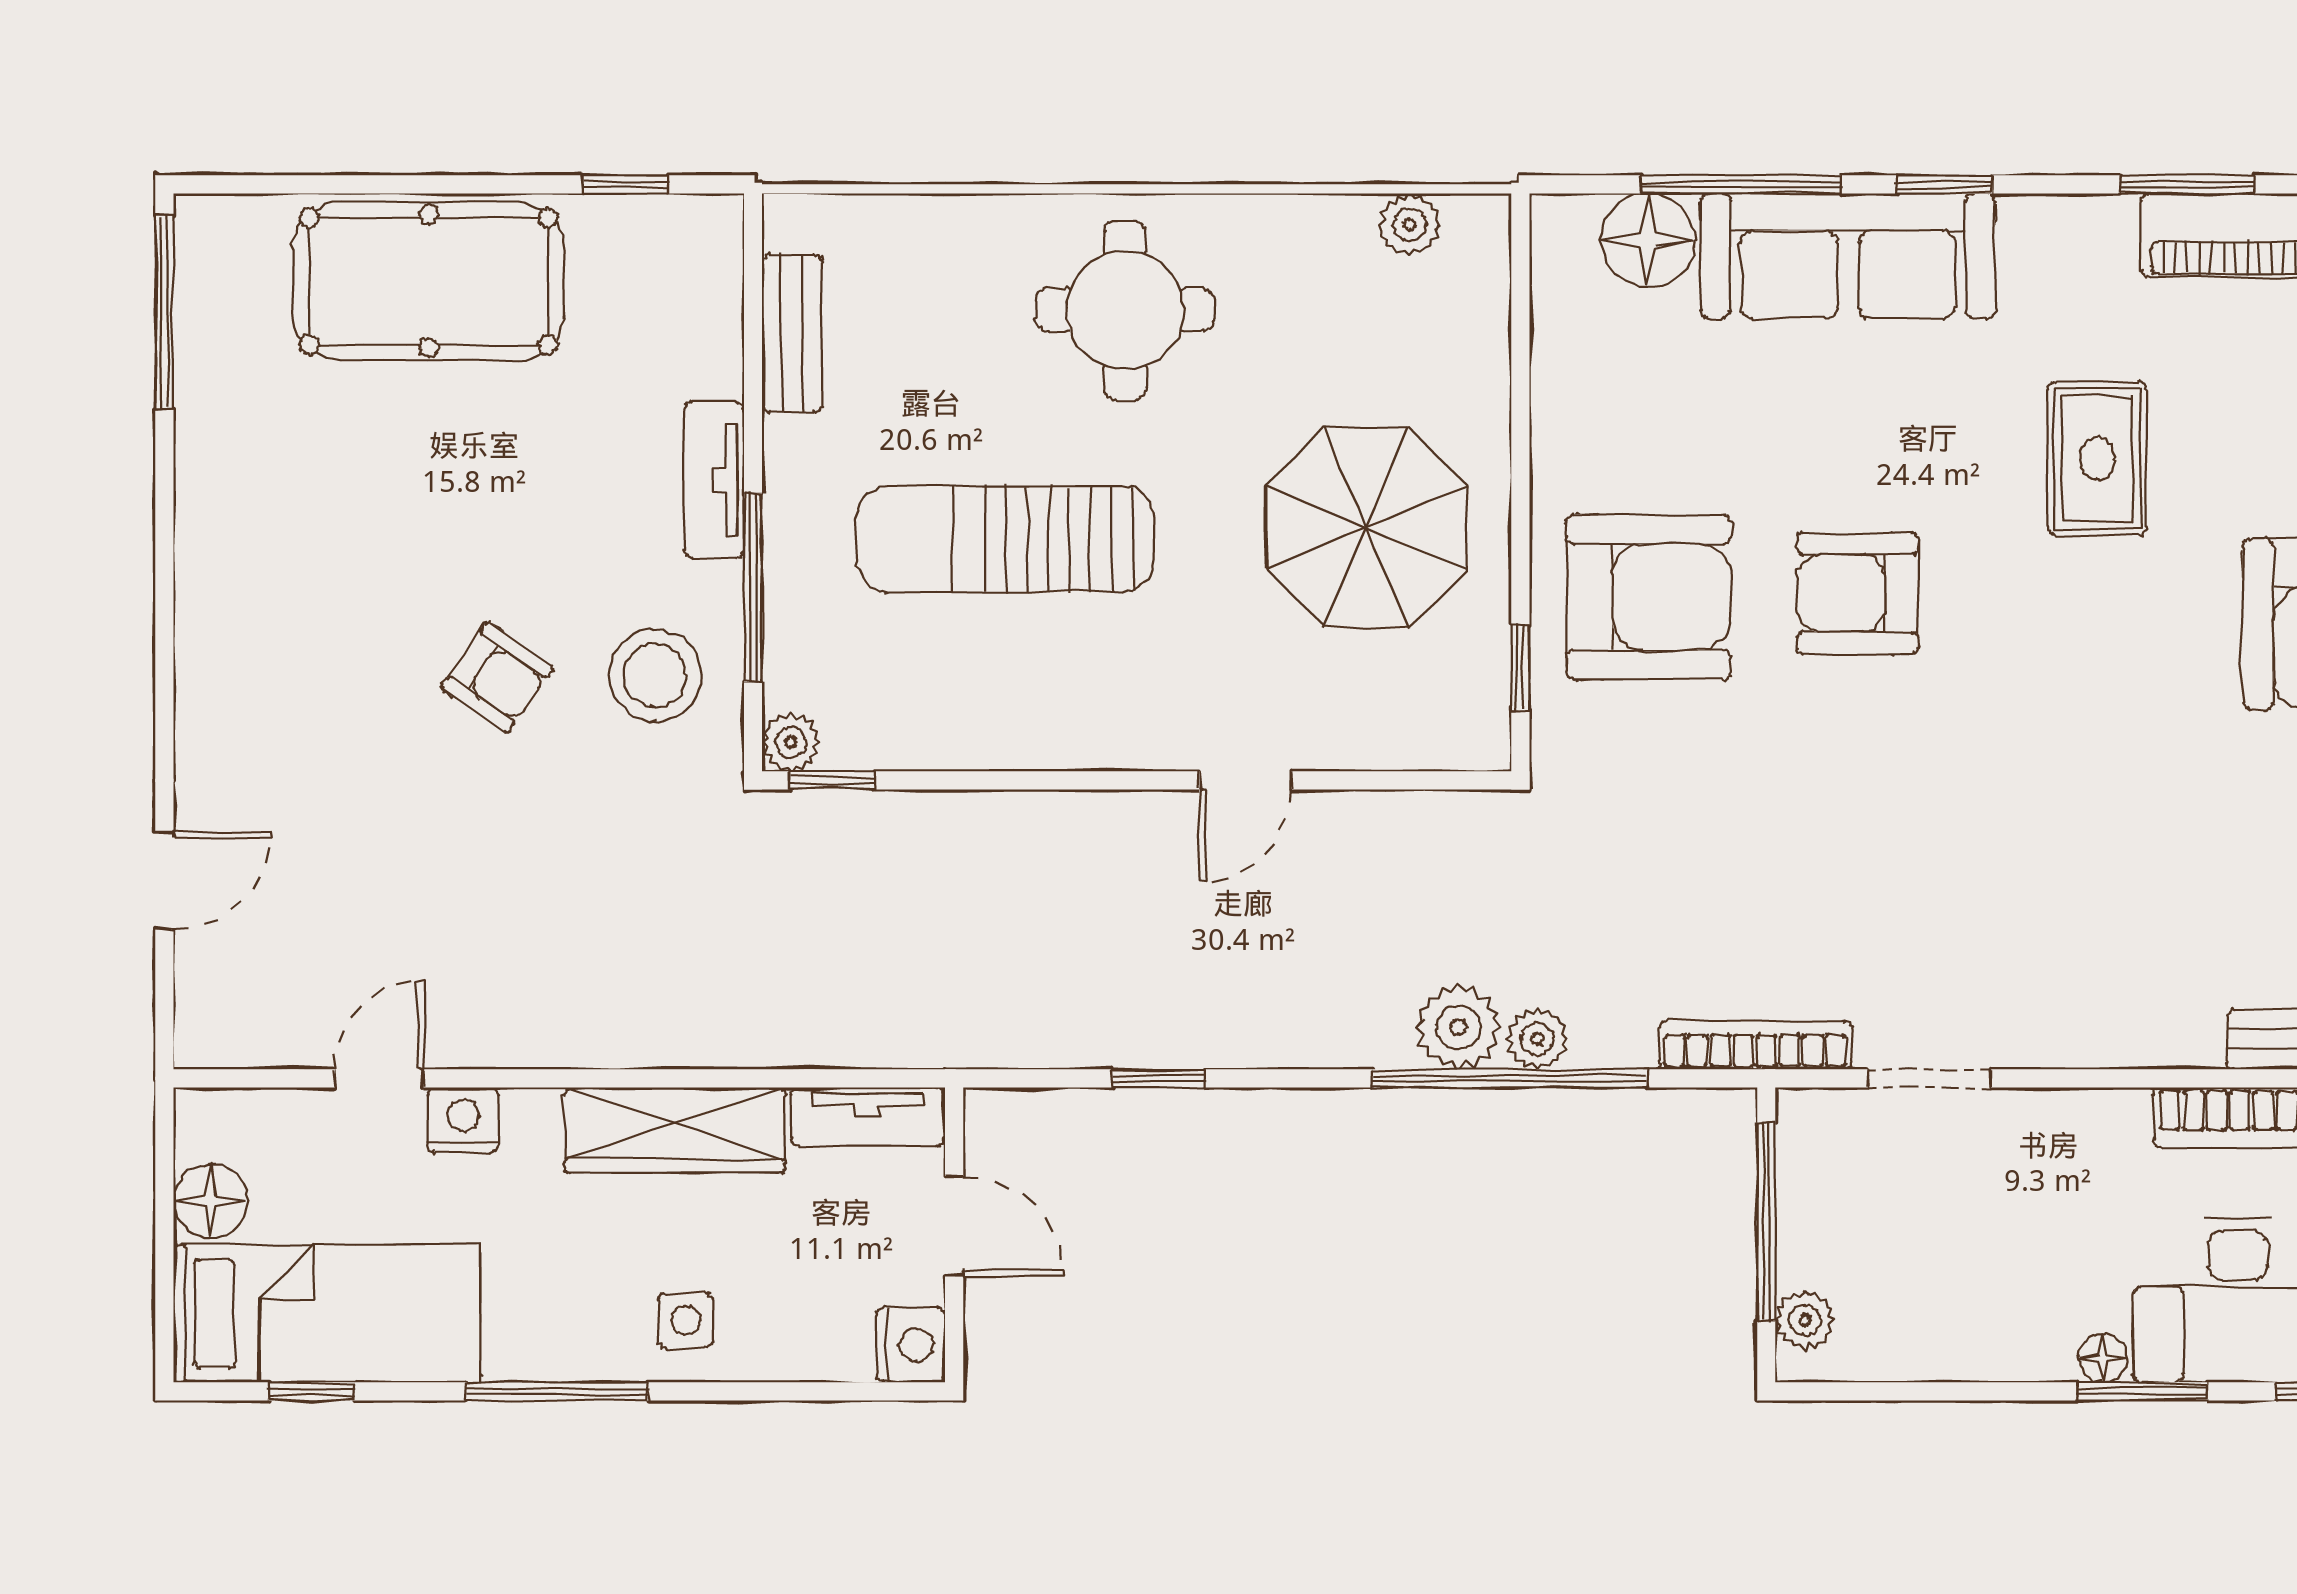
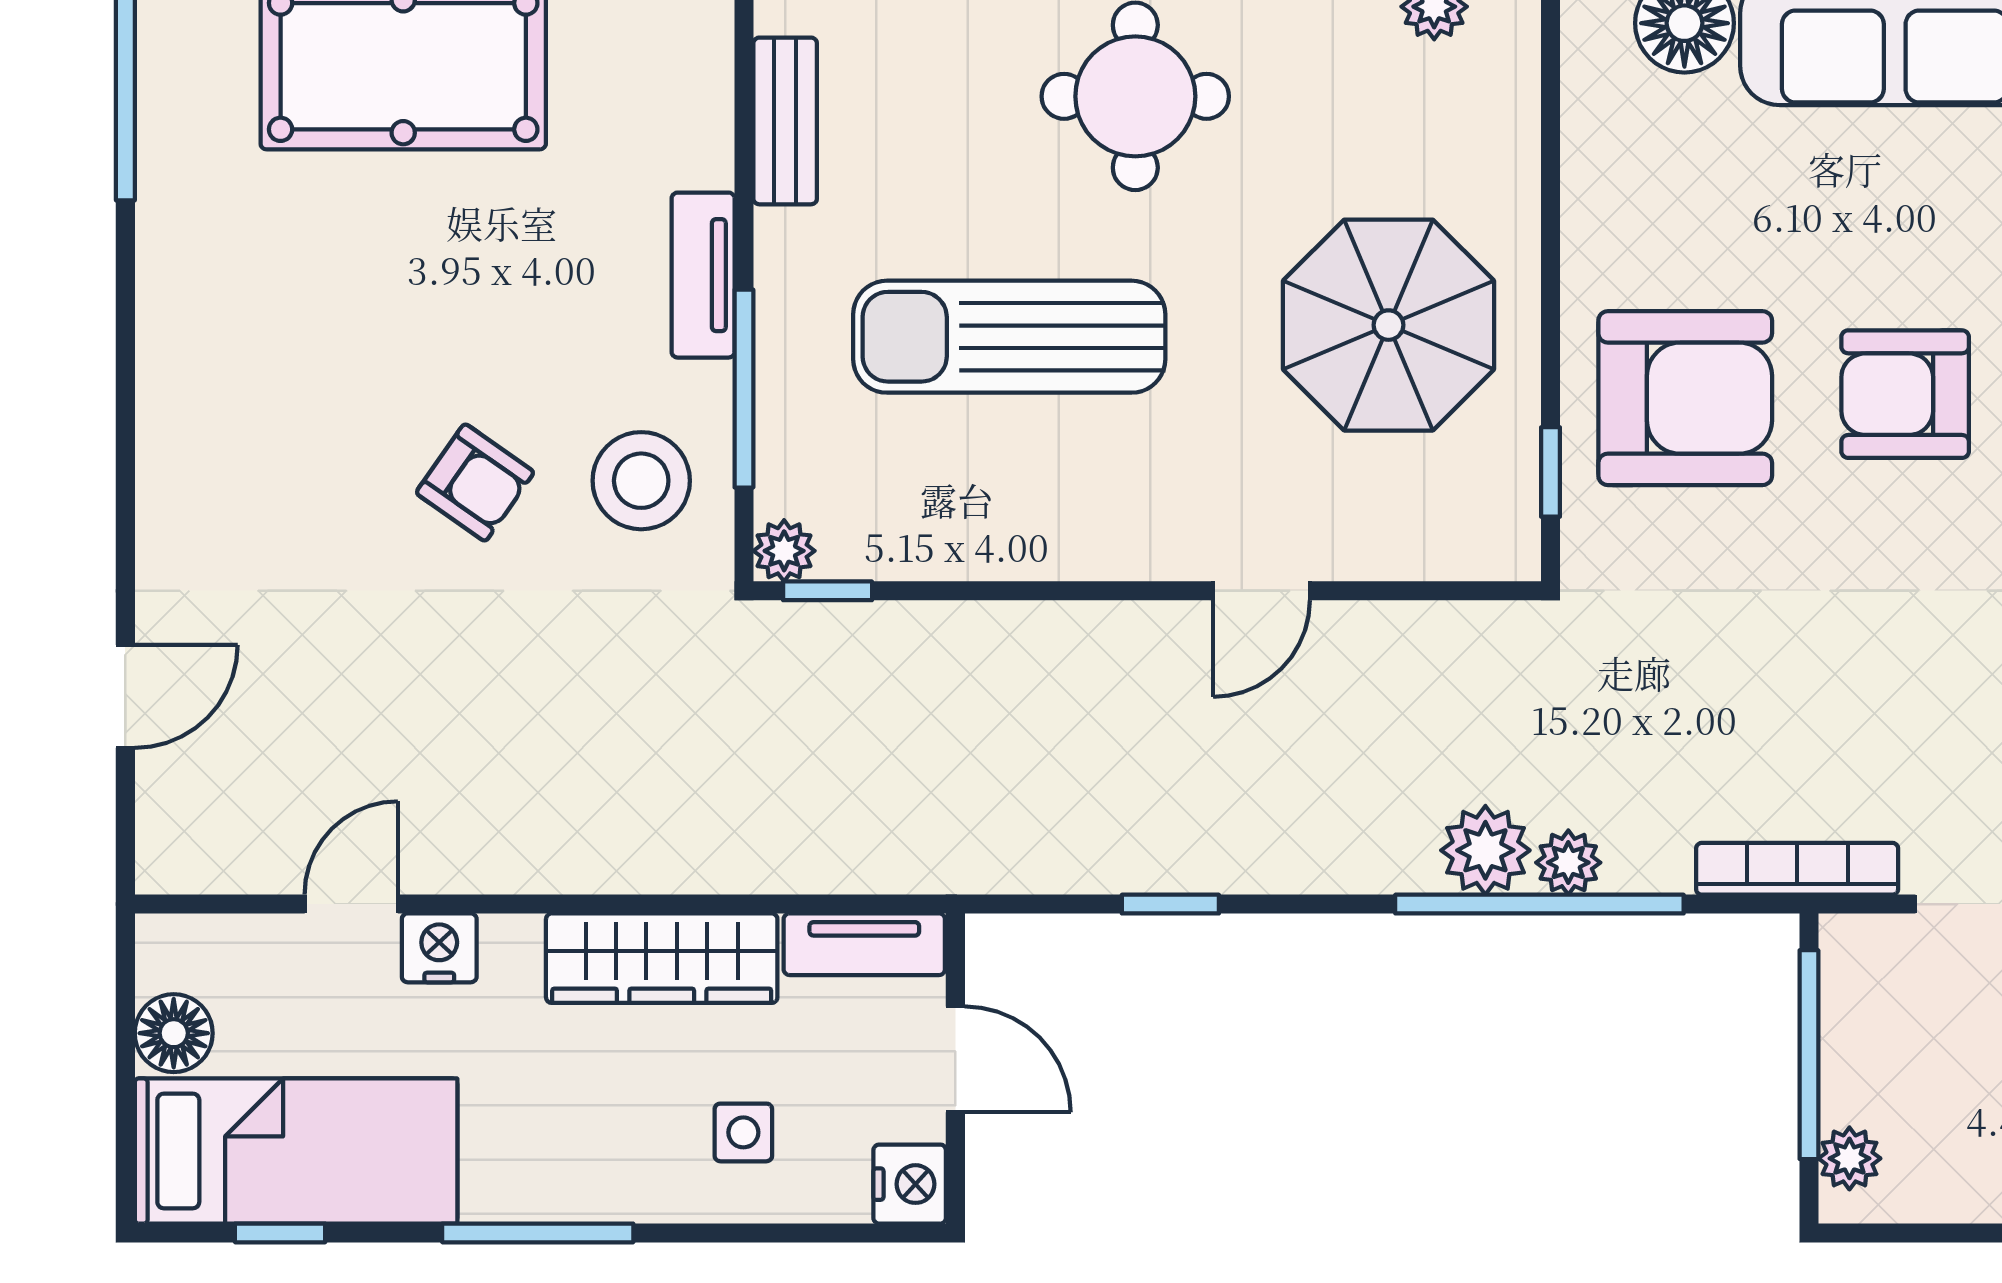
side table: (685, 1320) -> (743, 1132), moved

